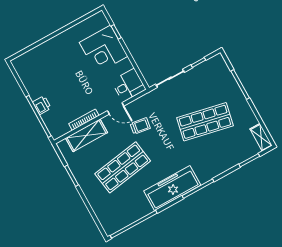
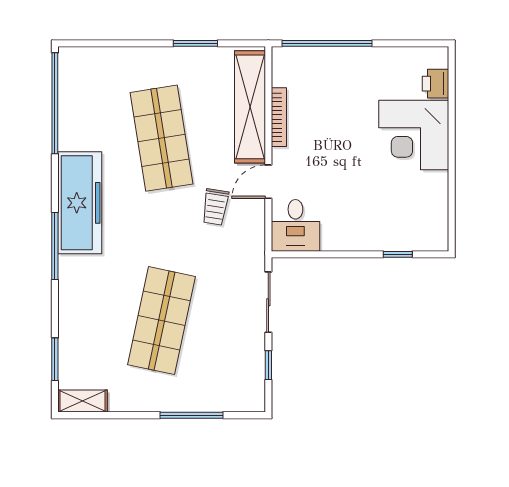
corner desk: (104, 49) -> (414, 135), moved, turned -90
printer: (42, 105) -> (436, 84), moved, turned 90
shelving: (86, 135) -> (250, 107), width x1.47

